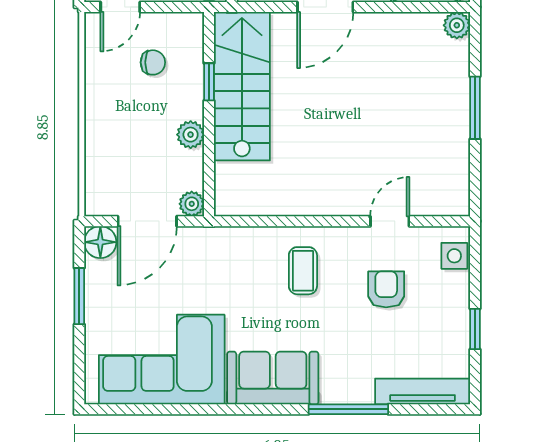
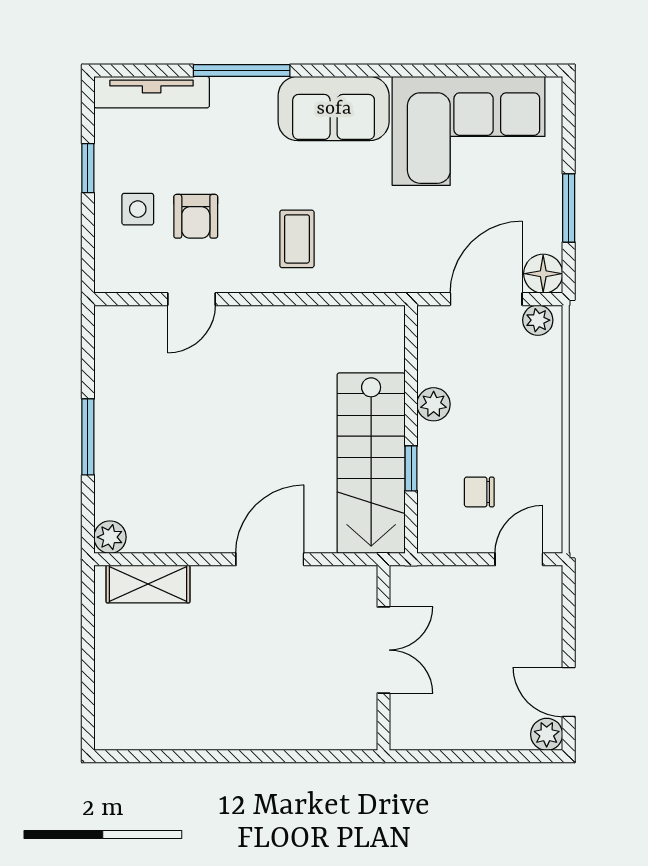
plant: (192, 204) -> (538, 320), moved
side table: (454, 256) -> (138, 209), moved

